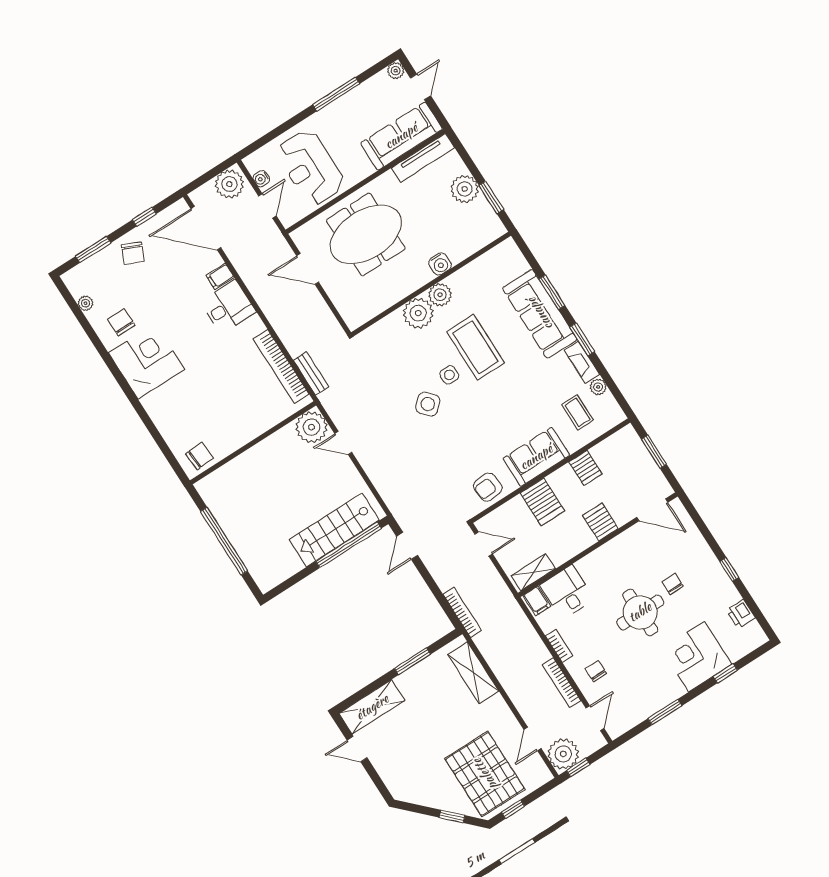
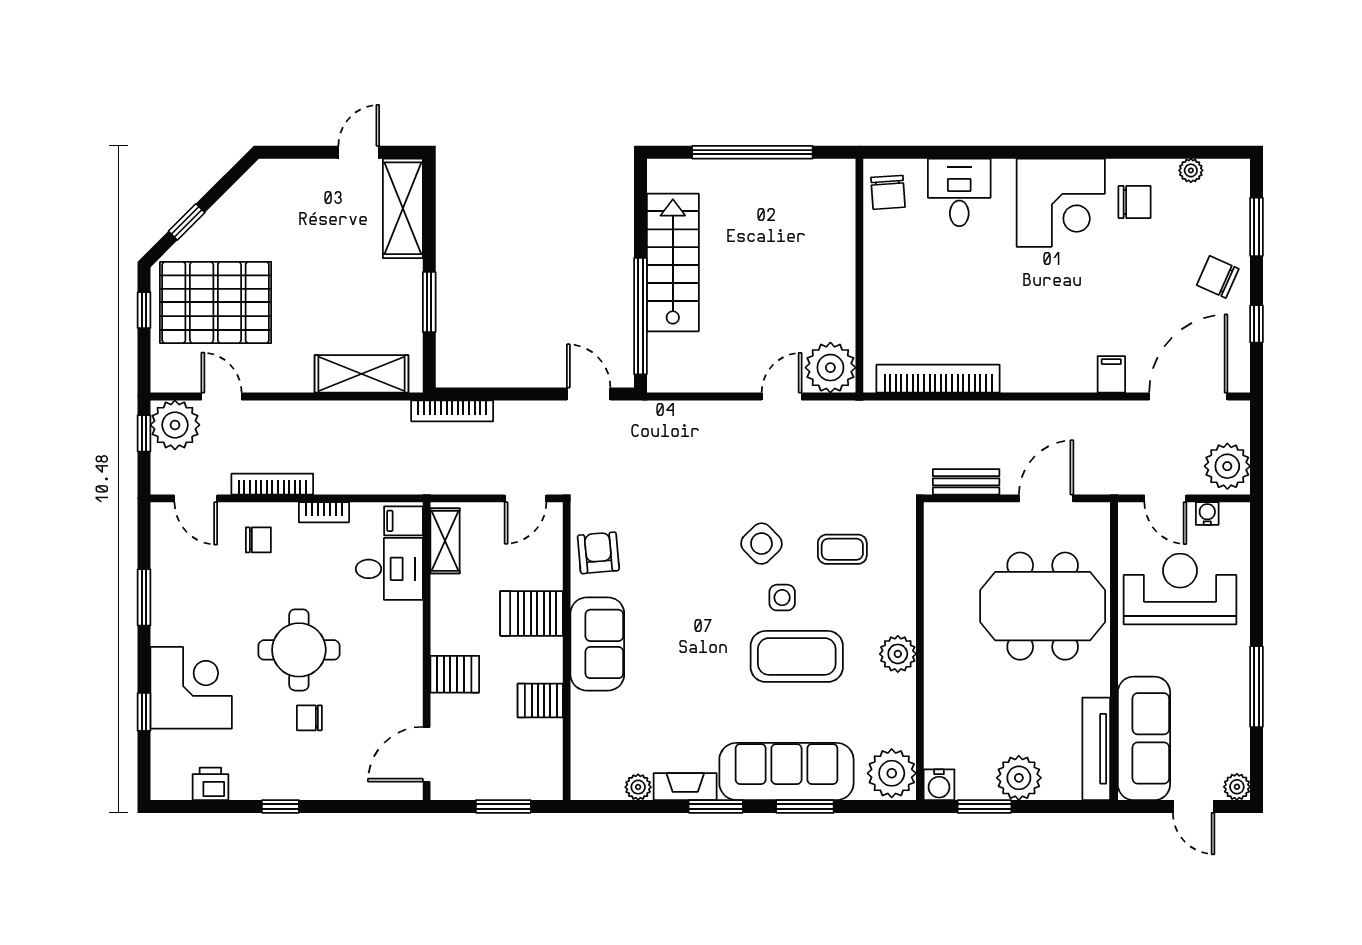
meeting table: (366, 234) -> (1043, 606), turned 90
water cooler: (440, 264) -> (939, 785), moved, turned -90
desk: (228, 307) -> (959, 192), moved, turned 180
plant: (418, 313) -> (892, 773), moved
bench: (311, 373) -> (966, 482), moved
coffee table: (578, 412) -> (842, 549), moved
stairs: (334, 530) -> (673, 262), moved
chair: (673, 584) -> (309, 718), turned 180

